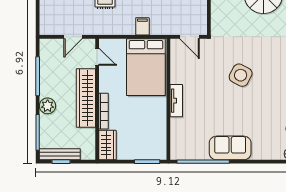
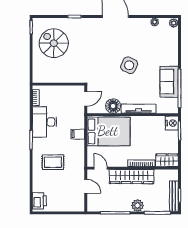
door: (97, 57) -> (101, 168), hinge flipped
floor lamp: (180, 73) -> (113, 106), added
side table: (241, 75) -> (129, 65), moved
tv unit: (176, 101) -> (139, 109), width x1.41
sofa: (230, 148) -> (169, 82), moved
nightstand: (157, 151) -> (172, 123), added

